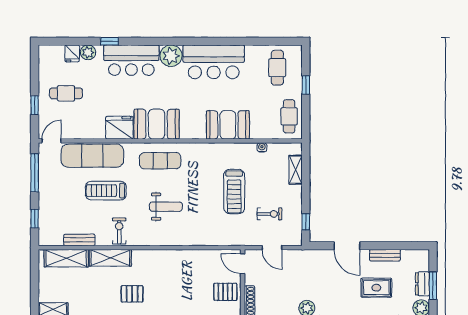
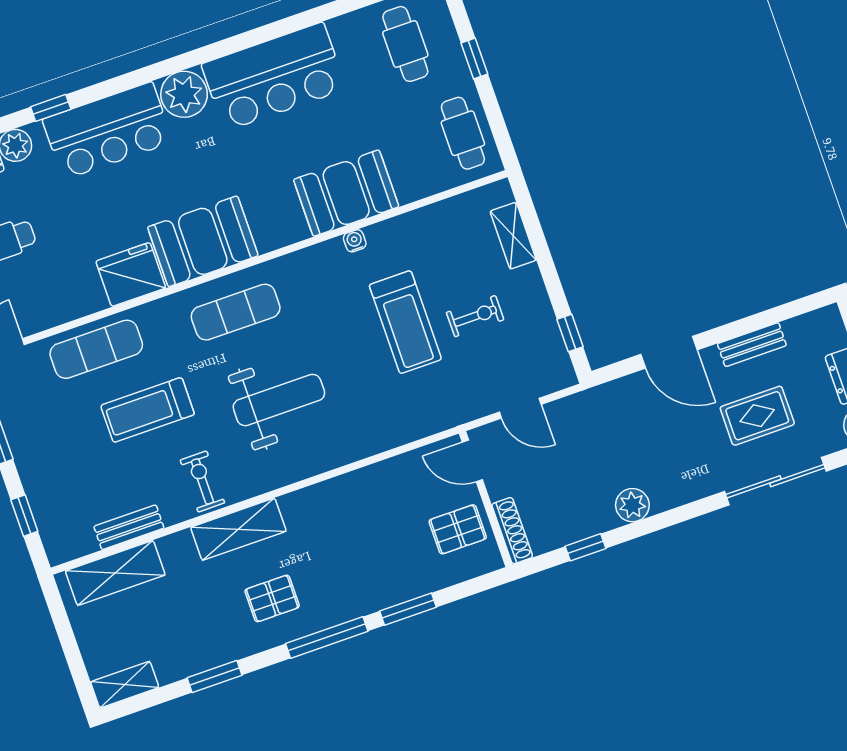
water cooler: (262, 147) -> (355, 241), moved
exercise mat: (92, 156) -> (96, 349), width x0.73, depth x0.69
weight bench: (166, 207) -> (279, 400), width x1.36, depth x1.33
exercise bike: (269, 214) -> (475, 316), moved
shelving: (110, 258) -> (238, 529), moved

